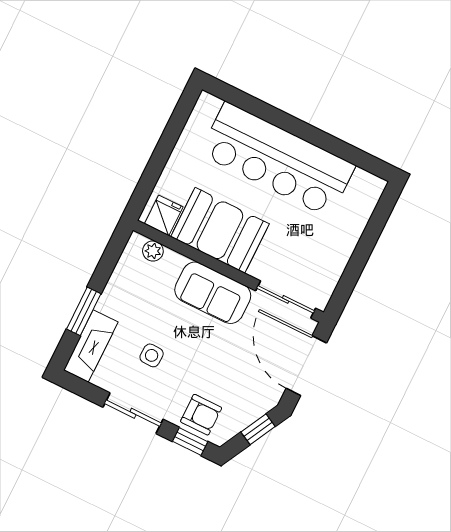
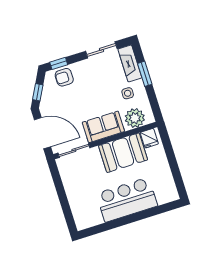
bar counter: (278, 160) -> (127, 200), width x0.73
plant: (153, 251) -> (135, 118), width x1.88, depth x1.88
side table: (152, 355) -> (128, 93), moved
sliding door: (133, 413) -> (101, 50), moved

